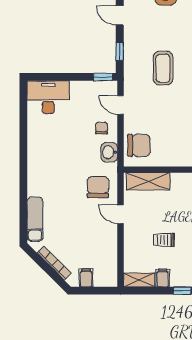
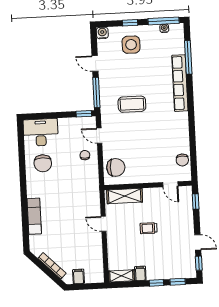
window: (120, 51) -> (96, 93), width x2.17
coffee table: (163, 68) -> (132, 104), turned 90
washbasin: (109, 152) -> (92, 174), removed
chair: (98, 187) -> (43, 163), moved, turned 180
exam couch: (35, 219) -> (34, 216), moved
trolley: (164, 240) -> (149, 228), moved

